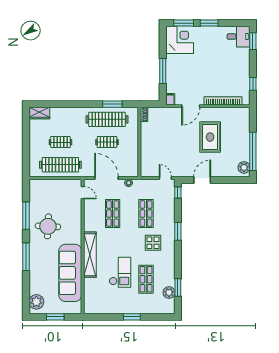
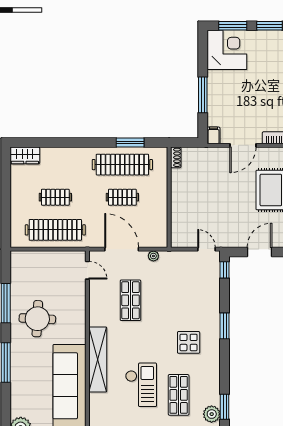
shop shelf: (146, 214) -> (179, 300), removed

